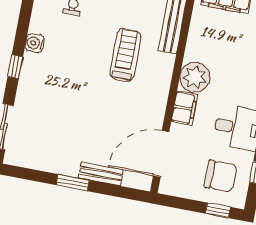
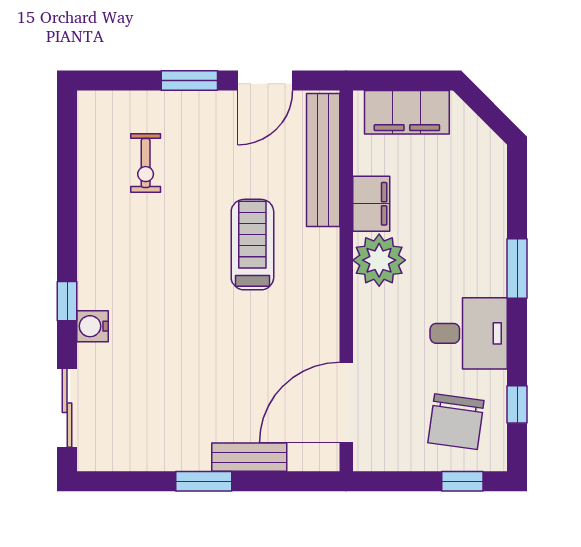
water cooler: (35, 43) -> (92, 326), moved
filing cabinet: (184, 108) -> (371, 204), moved
chair: (221, 176) -> (456, 422), turned 98

